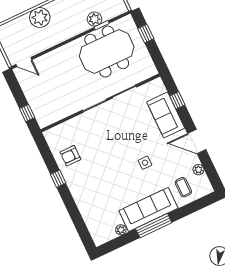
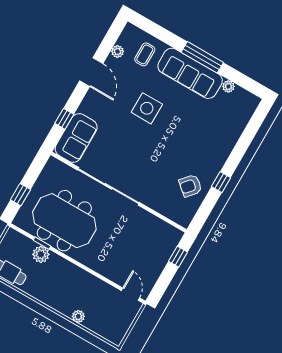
plant: (40, 17) -> (78, 316), width x0.53, depth x0.53
sofa: (166, 115) -> (76, 138), moved
armchair: (70, 156) -> (190, 186), turned 131
side table: (145, 163) -> (147, 108), width x1.87, depth x1.87

